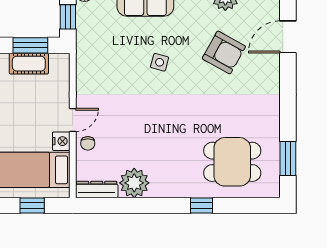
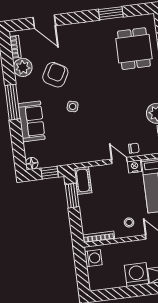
armchair: (224, 52) -> (55, 75), moved
cot: (29, 64) -> (83, 181), moved
window: (288, 159) -> (111, 13), moved

